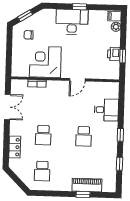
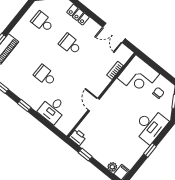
desk: (72, 22) -> (150, 126), moved
printer: (114, 54) -> (78, 137), moved
corner desk: (45, 62) -> (138, 76), moved, turned 90

